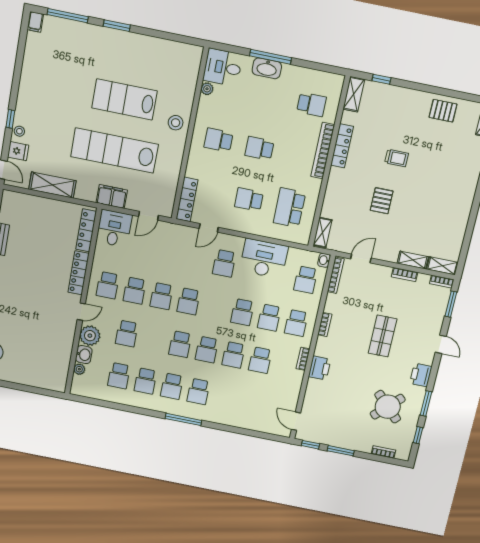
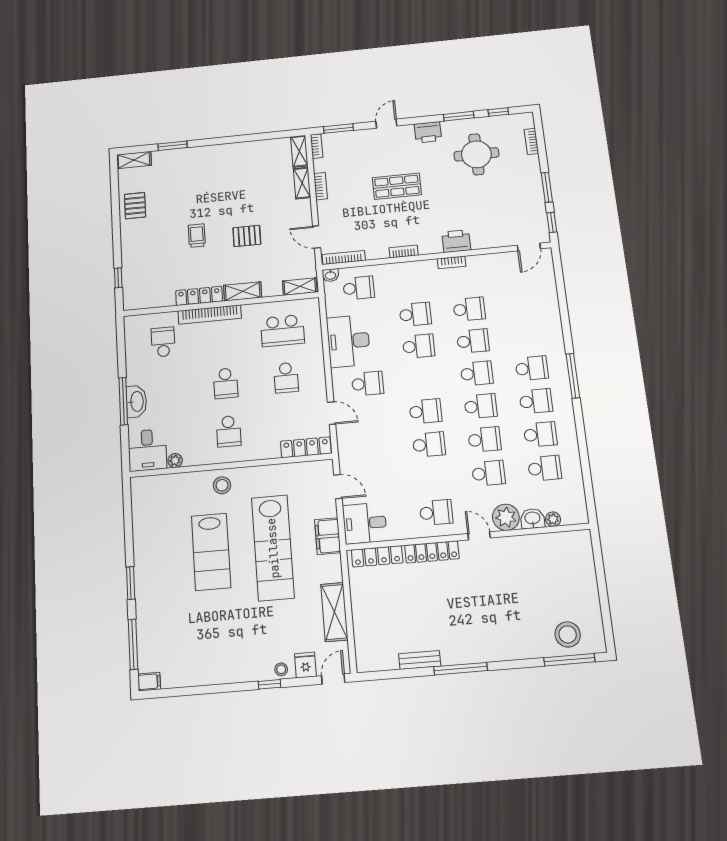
shelving: (354, 94) -> (243, 291), moved
school desk: (135, 291) -> (484, 439), moved
school desk: (296, 323) -> (412, 283), removed
round table: (388, 407) -> (476, 154), turned 45

